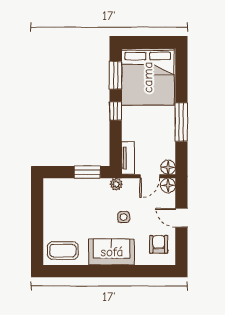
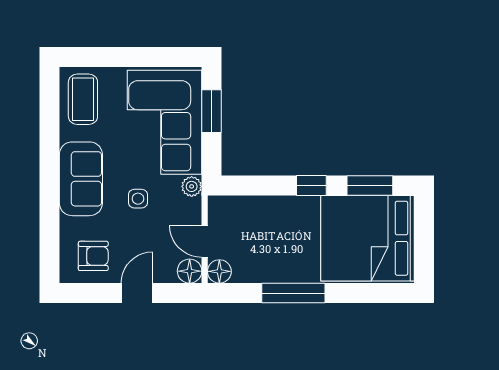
tv unit: (128, 158) -> (235, 206), removed
window: (87, 172) -> (212, 111), moved
corner sofa: (77, 201) -> (165, 122), added

